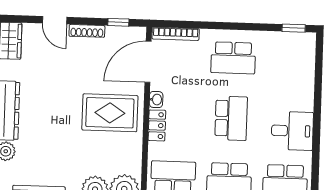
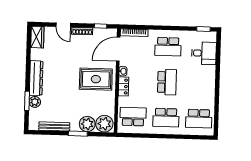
desk: (292, 131) -> (204, 53), moved

